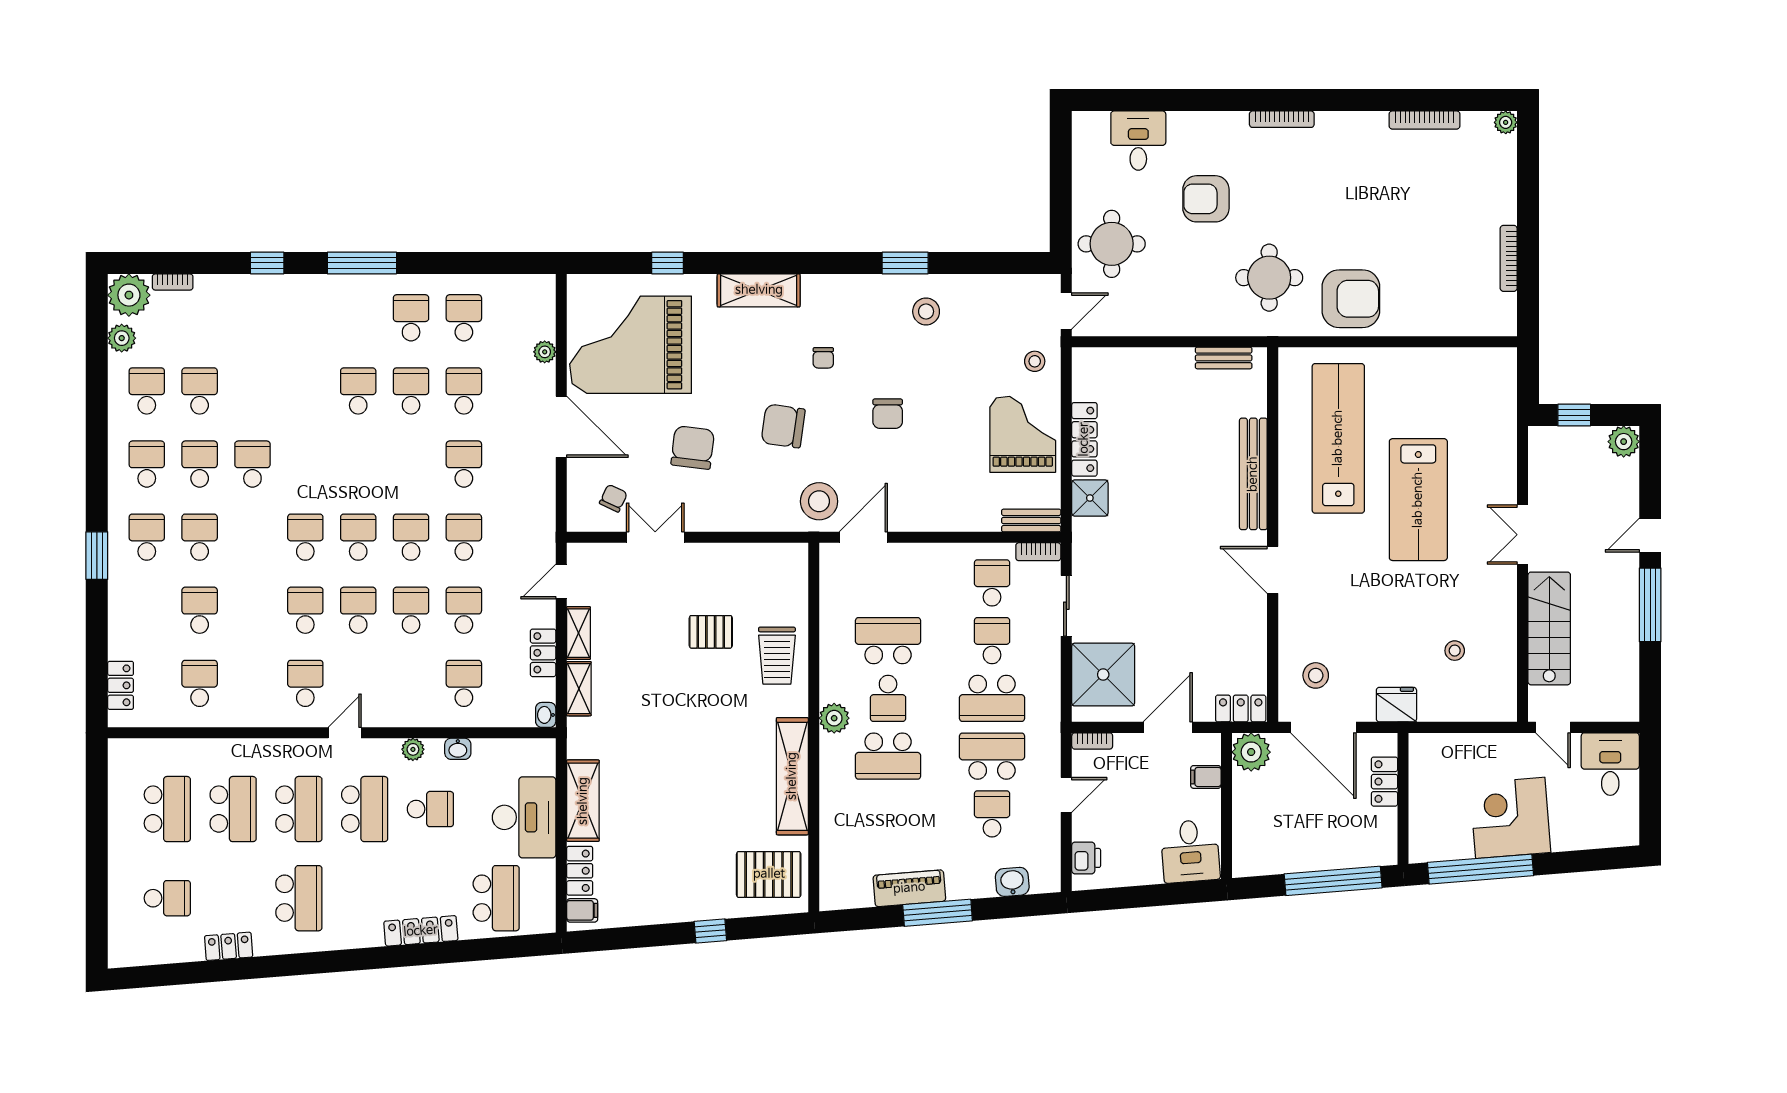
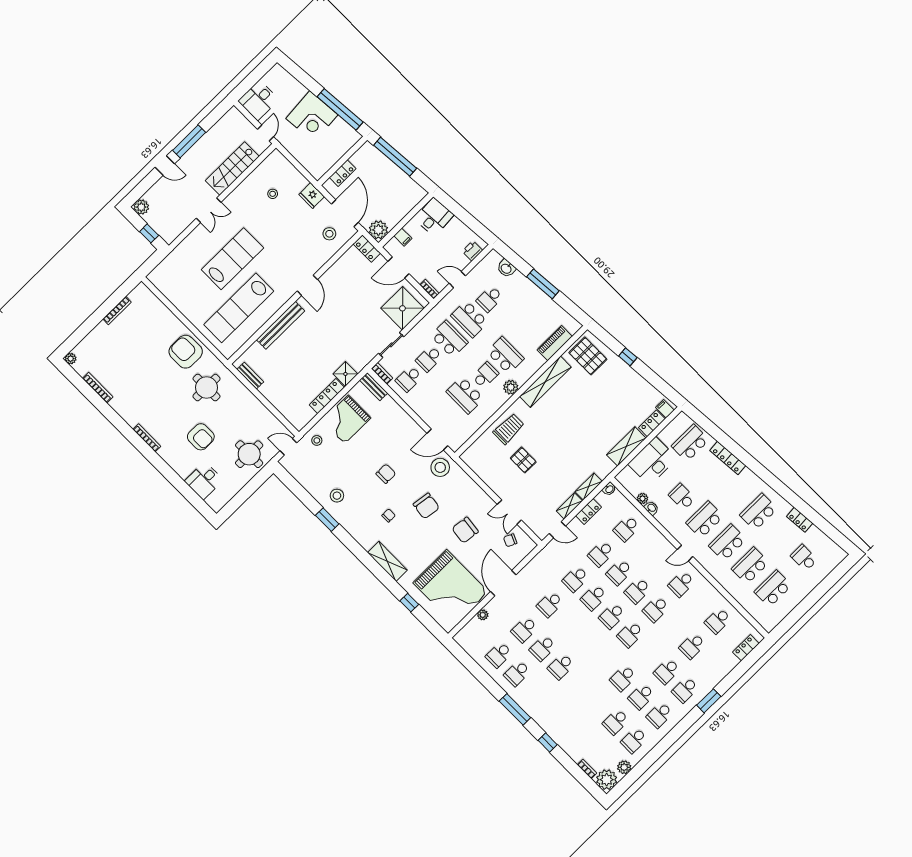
plant: (413, 749) -> (643, 499), moved
piano: (909, 888) -> (555, 343), moved, turned 95

